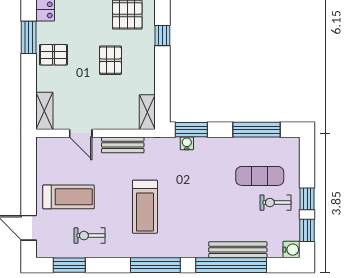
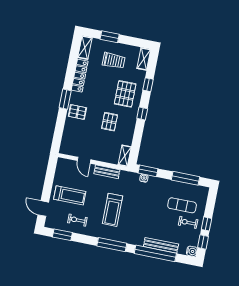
shelving: (44, 111) -> (66, 143), removed

